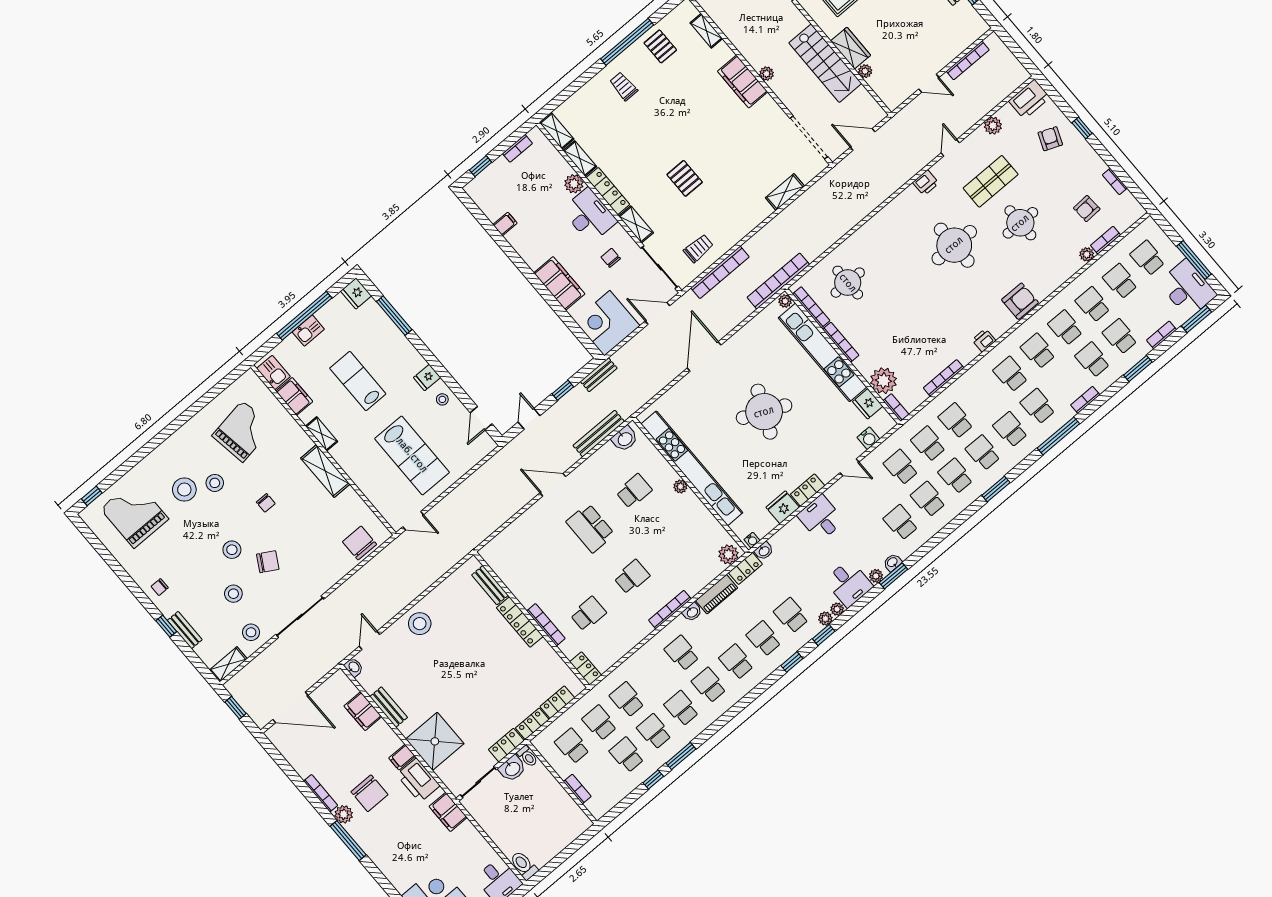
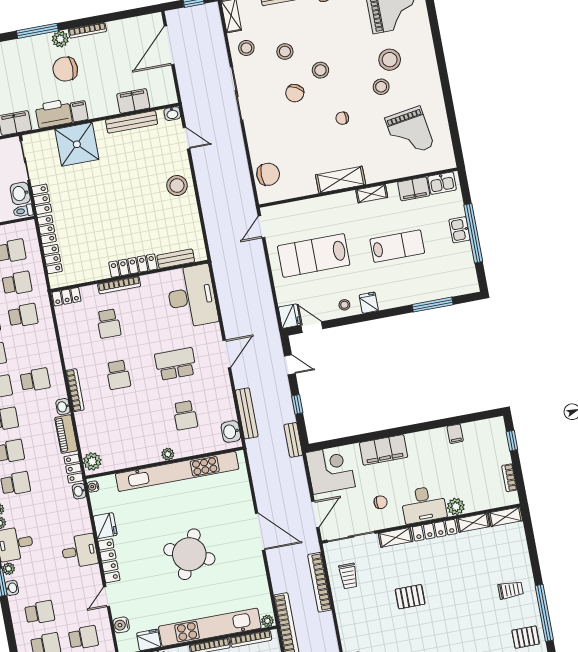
fridge: (356, 293) -> (290, 316), moved, turned 90
locker: (808, 490) -> (109, 561), width x1.53
desk: (517, 549) -> (192, 296), added
bench: (389, 707) -> (132, 122), width x1.36

